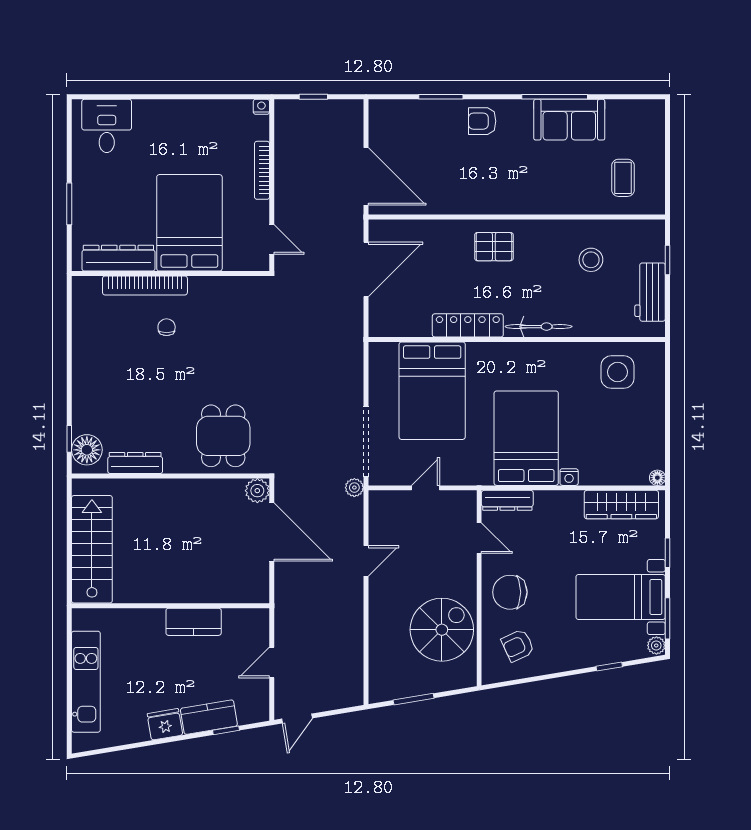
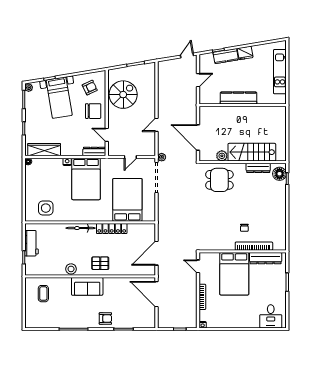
sofa: (569, 120) -> (87, 286), moved, turned 180
stool: (591, 260) -> (71, 269), moved
dining table: (223, 436) -> (219, 180), turned 90
plant: (257, 491) -> (222, 156), moved
stairs: (92, 549) -> (252, 152), moved, turned 90
bed with nightstands: (621, 597) -> (59, 98), moved, turned 81
kitchen counter: (194, 622) -> (239, 98), width x1.50
spiral stairs: (442, 630) -> (123, 95), turned 180

